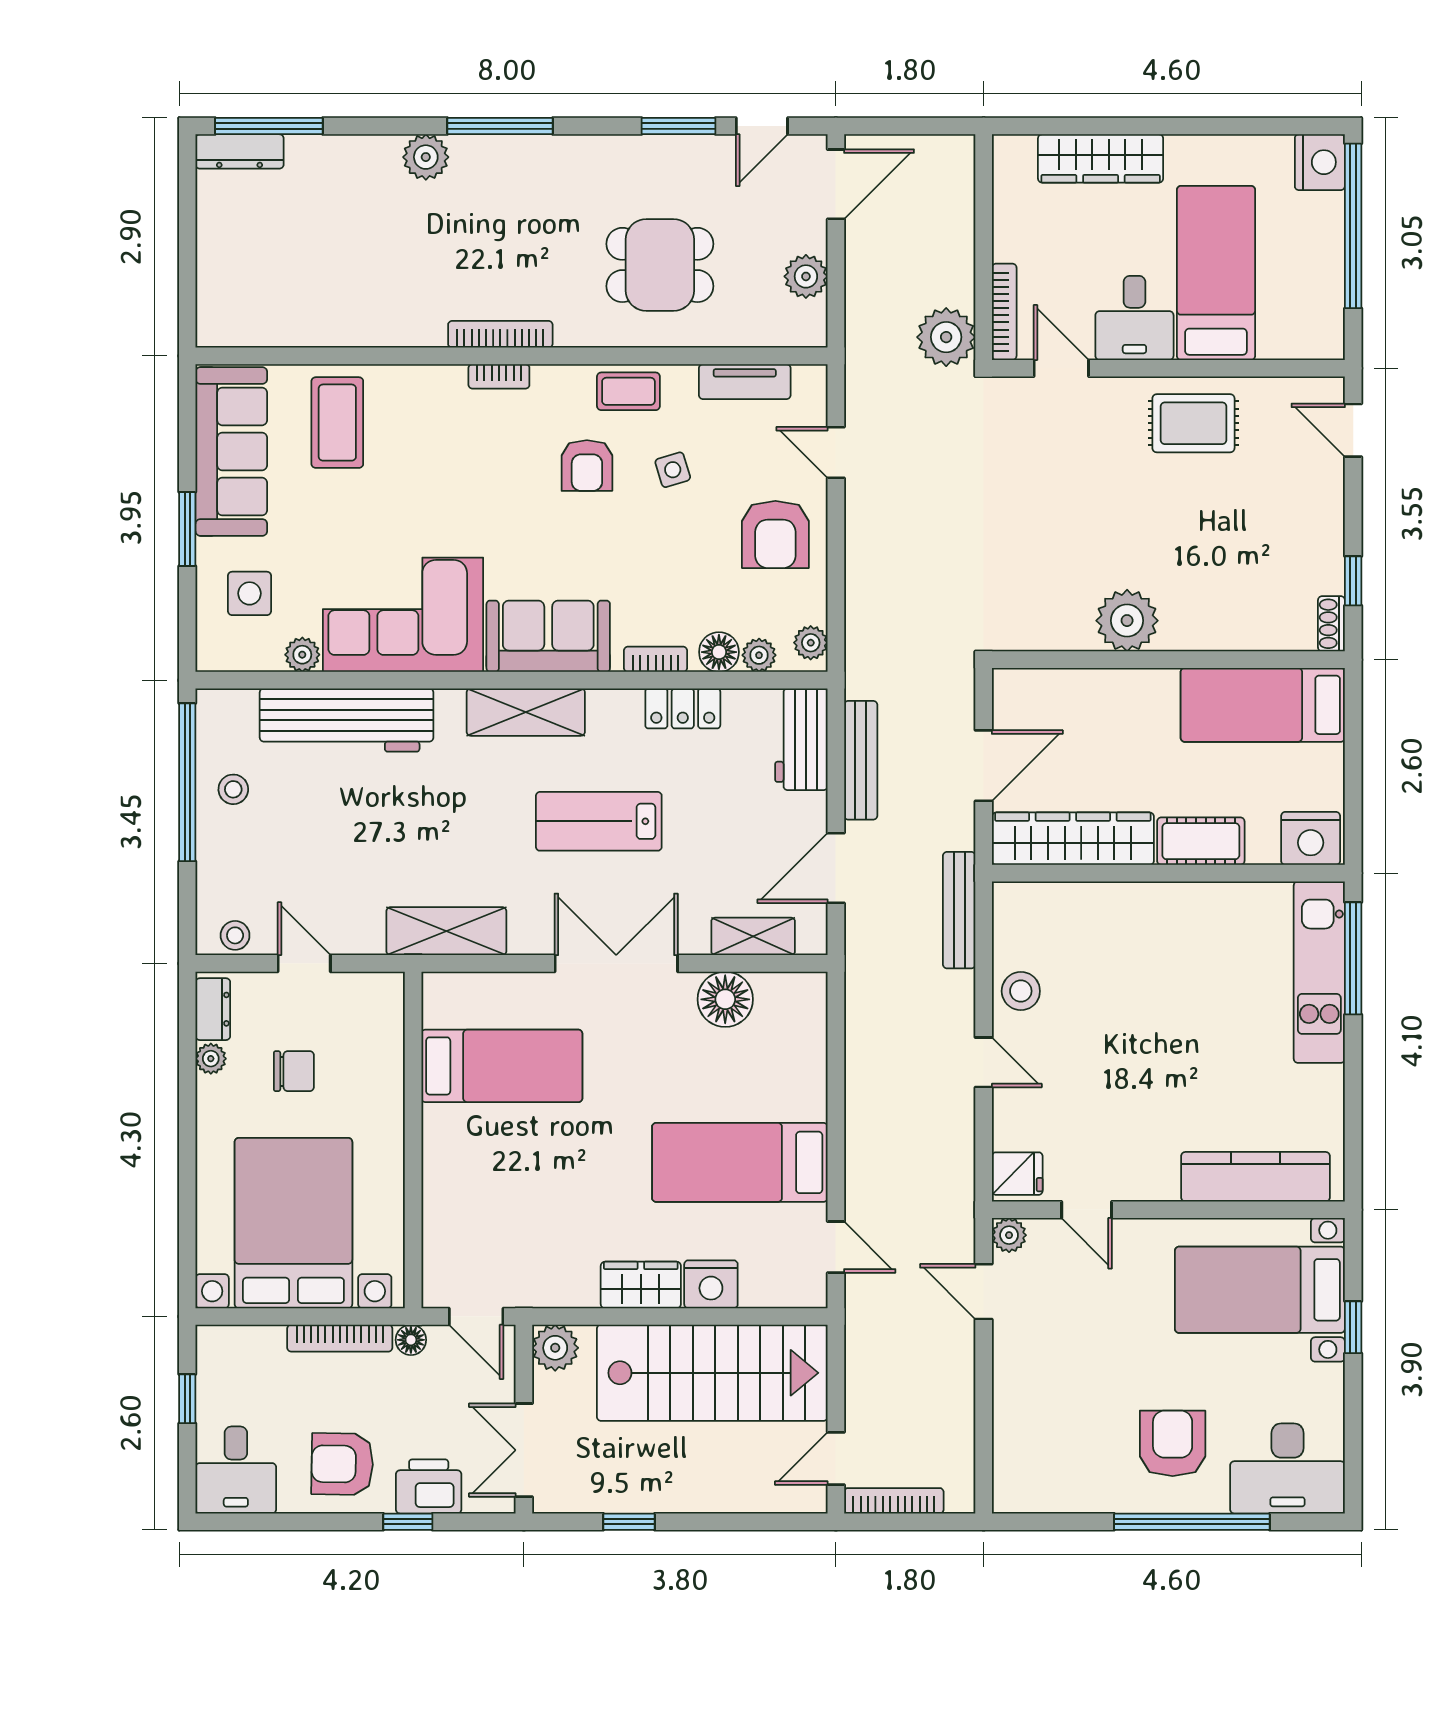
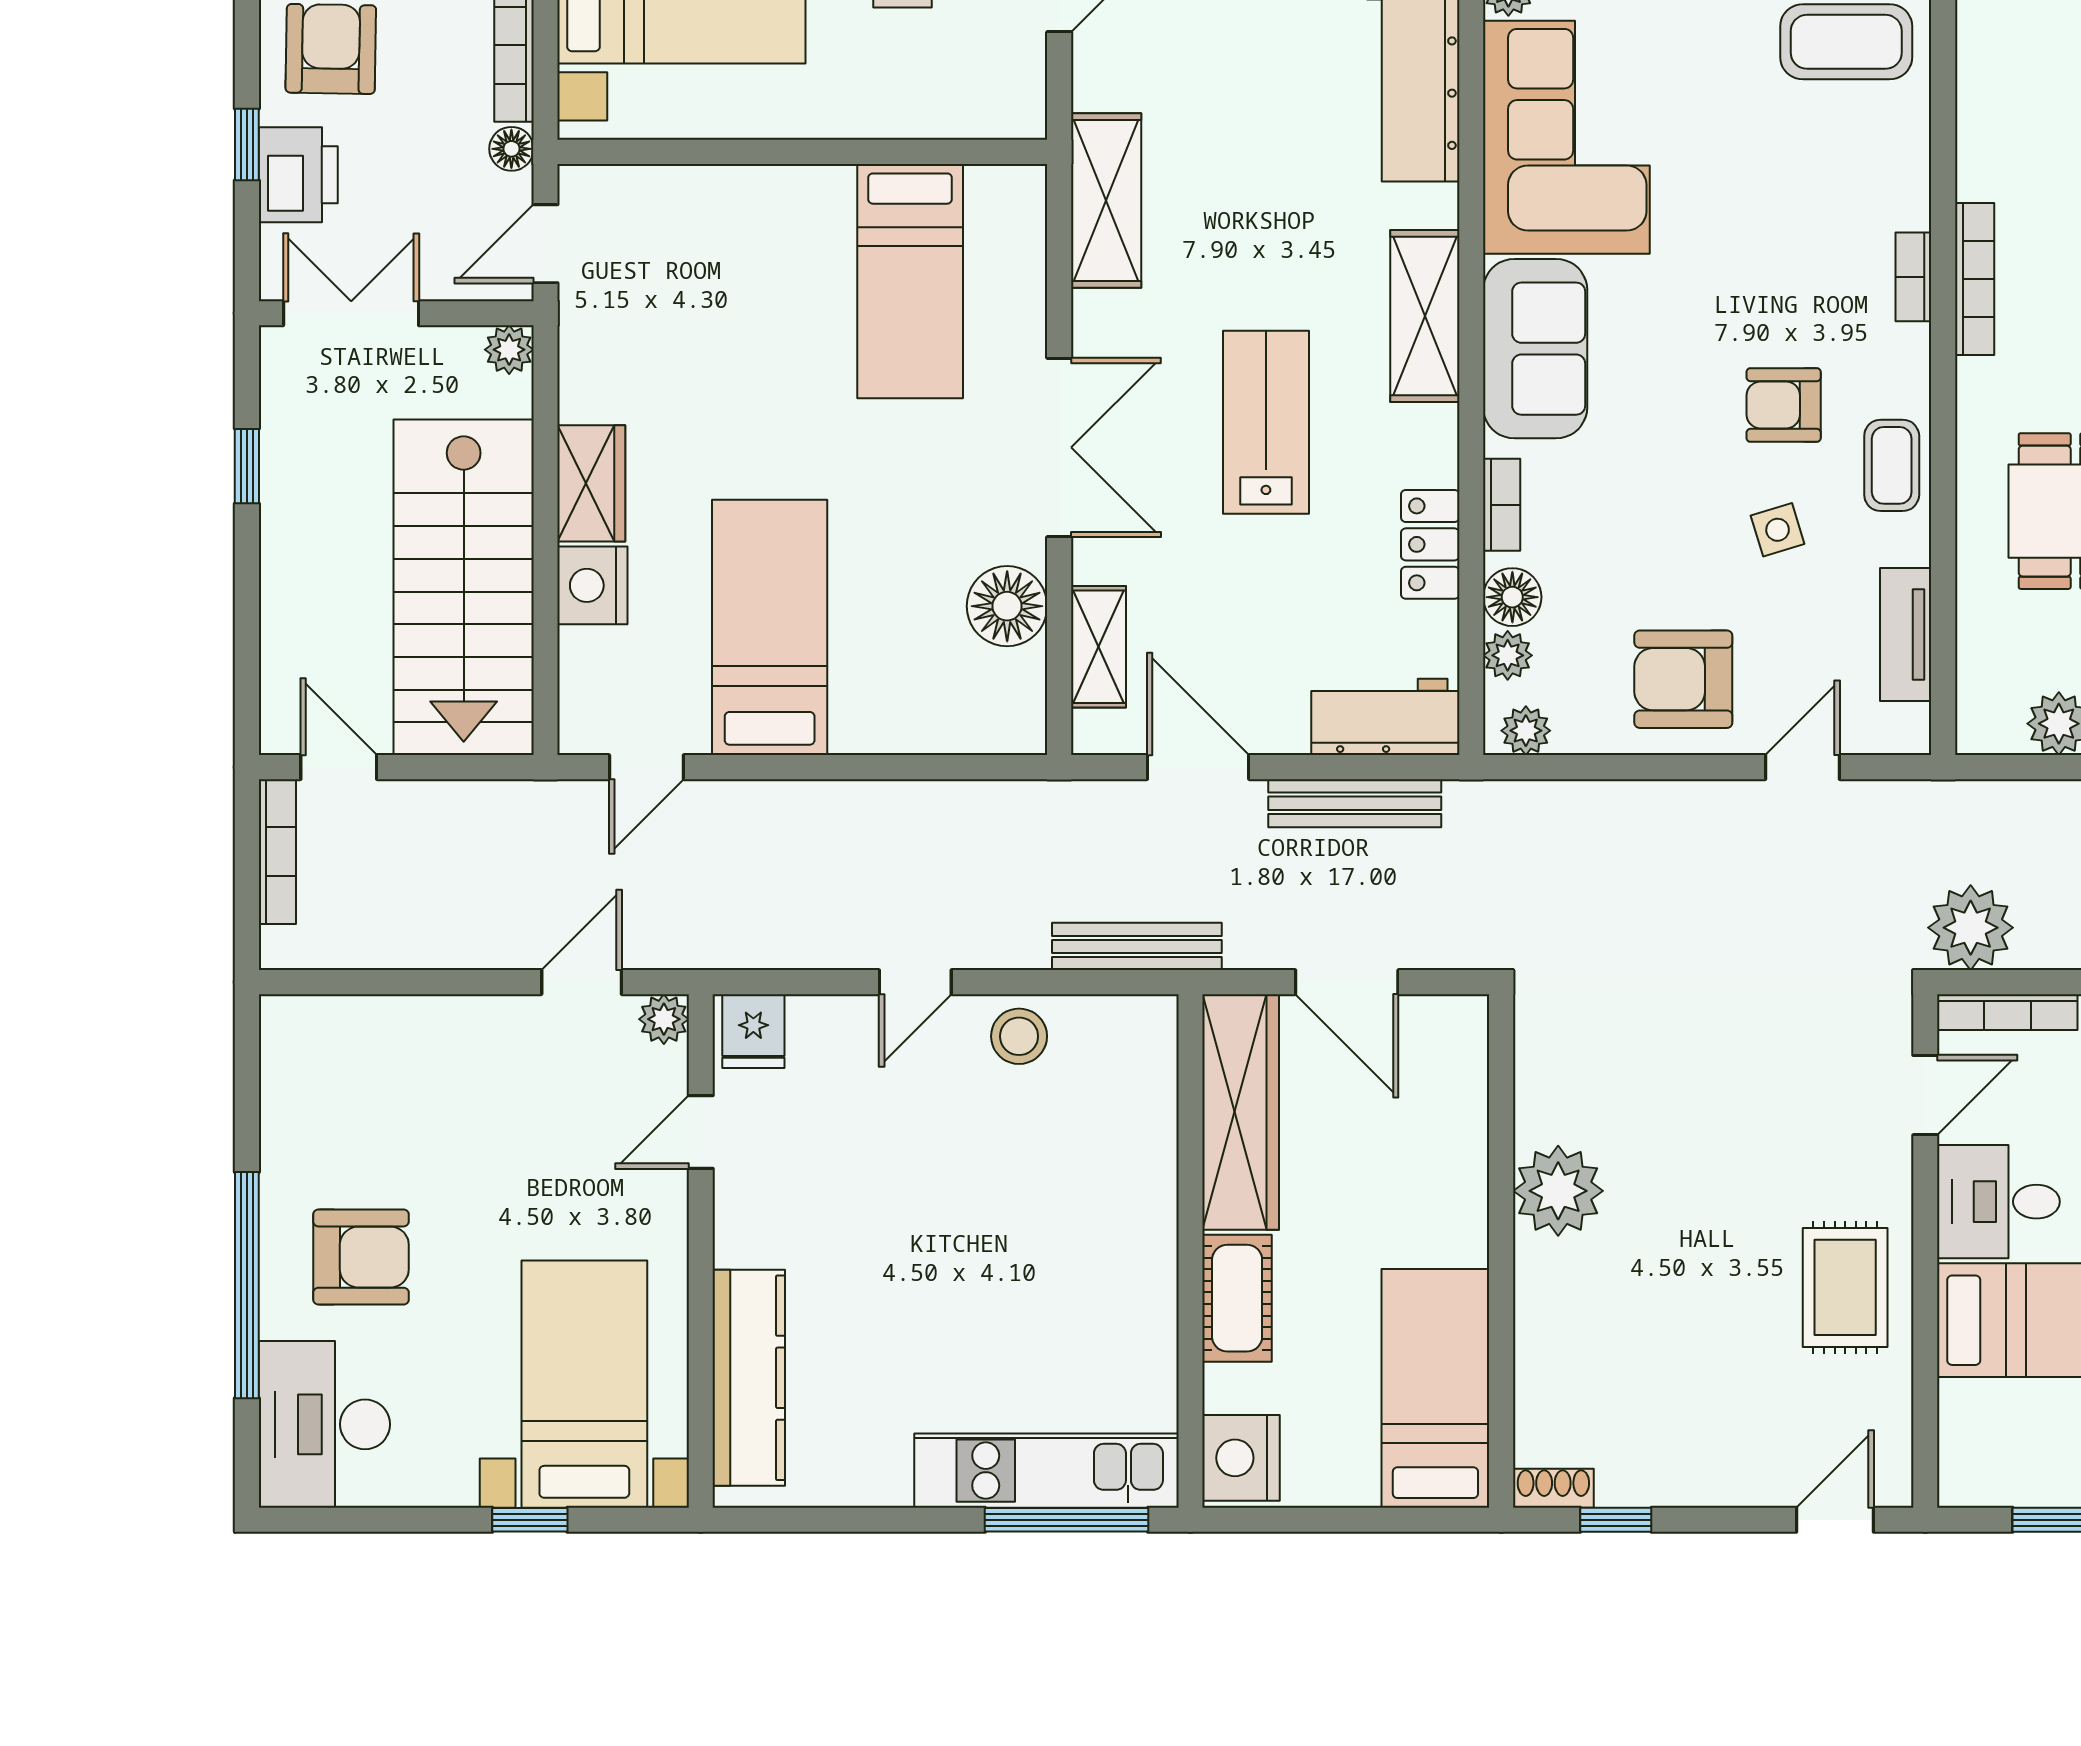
plant: (555, 1348) -> (509, 350), width x0.73, depth x0.73

